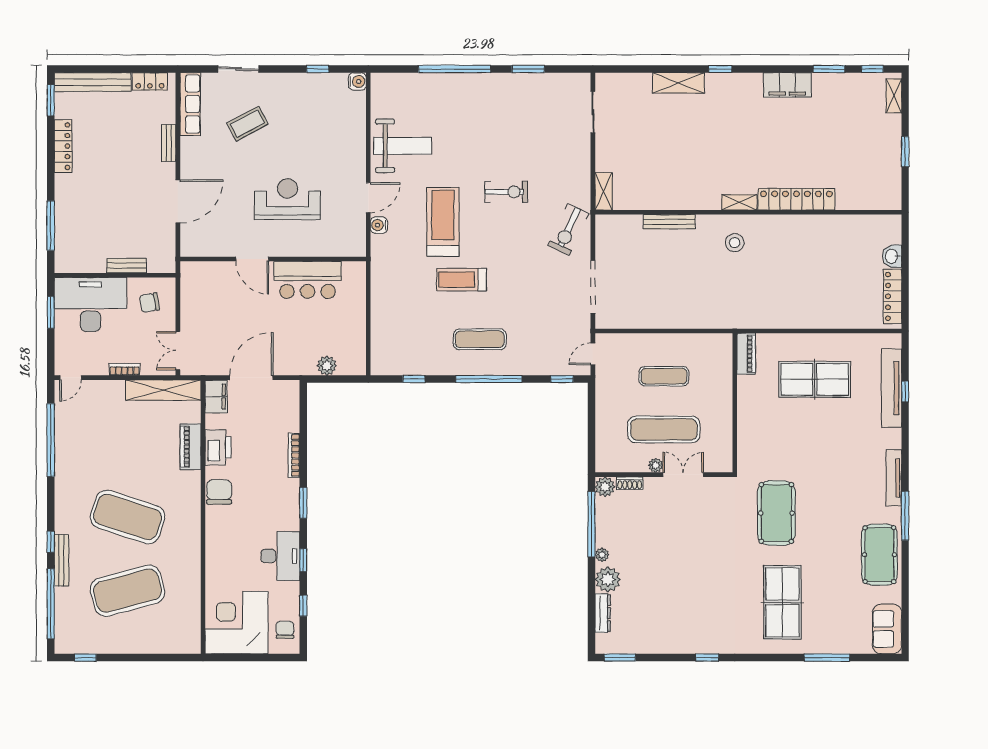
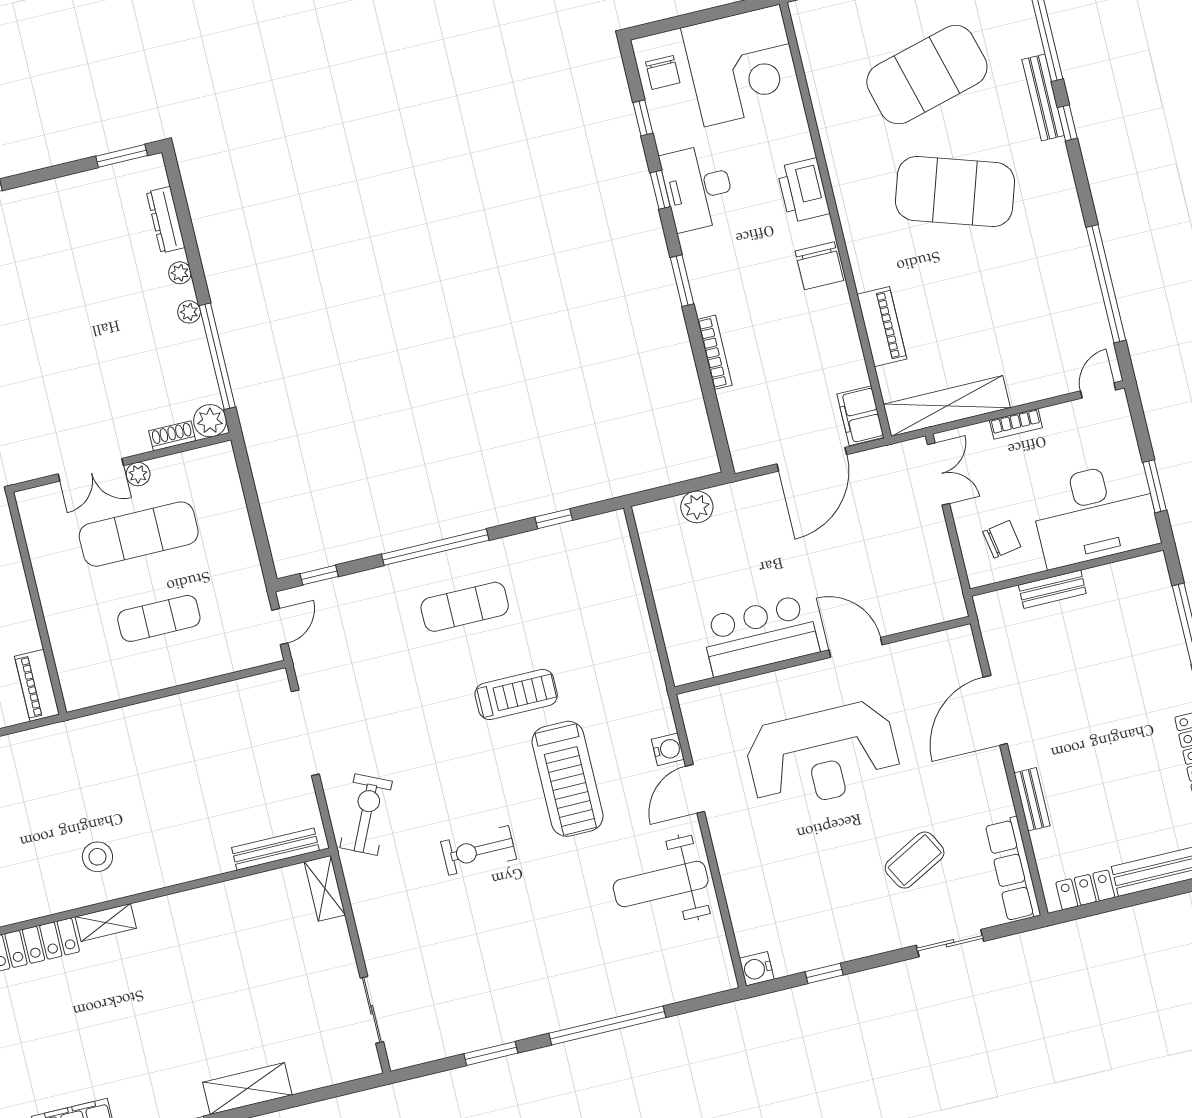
reception desk: (287, 199) -> (822, 756), width x1.36, depth x1.30
bench: (669, 222) -> (275, 849), moved
printer: (218, 447) -> (803, 190), moved
plant: (608, 579) -> (180, 273), width x0.53, depth x0.53

